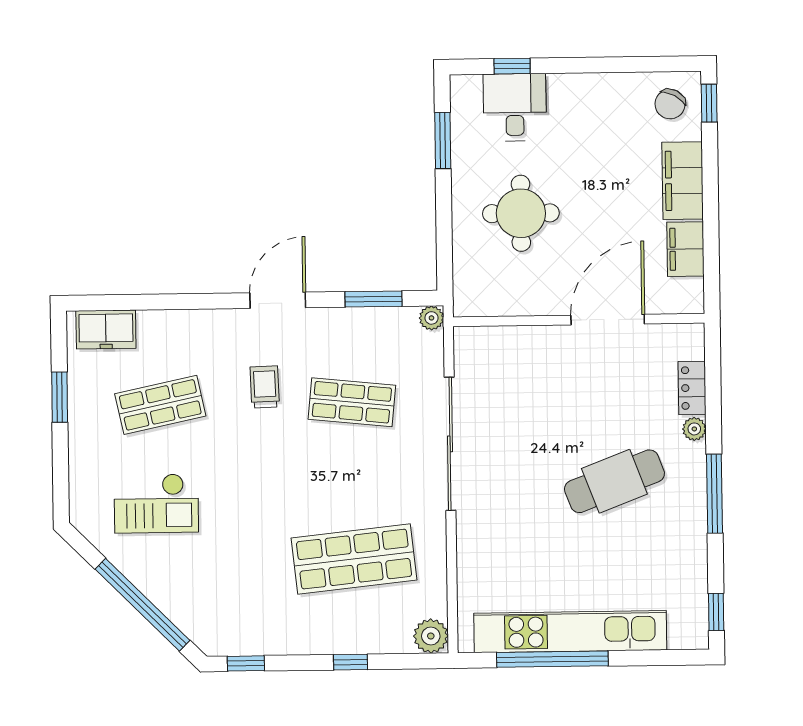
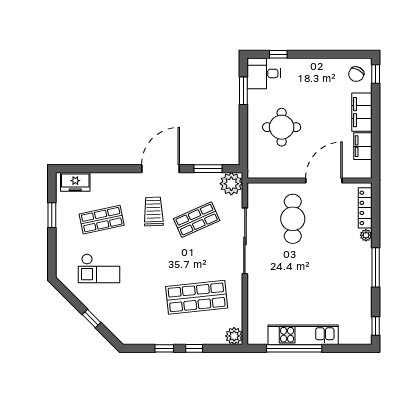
desk: (515, 107) -> (264, 73), moved, turned -90
door: (278, 300) -> (161, 169), width x1.36
plant: (431, 318) -> (231, 184), width x1.87, depth x1.87
trolley: (265, 387) -> (154, 211), width x1.36, depth x1.39
locker: (692, 388) -> (365, 208), width x1.53
shop shelf: (352, 402) -> (197, 220), turned -30
cafe table: (614, 481) -> (293, 219), moved, turned -69
window: (143, 605) -> (91, 318), width x0.32
kitchen unit: (570, 632) -> (303, 335), width x0.73
window: (246, 663) -> (164, 348), moved

